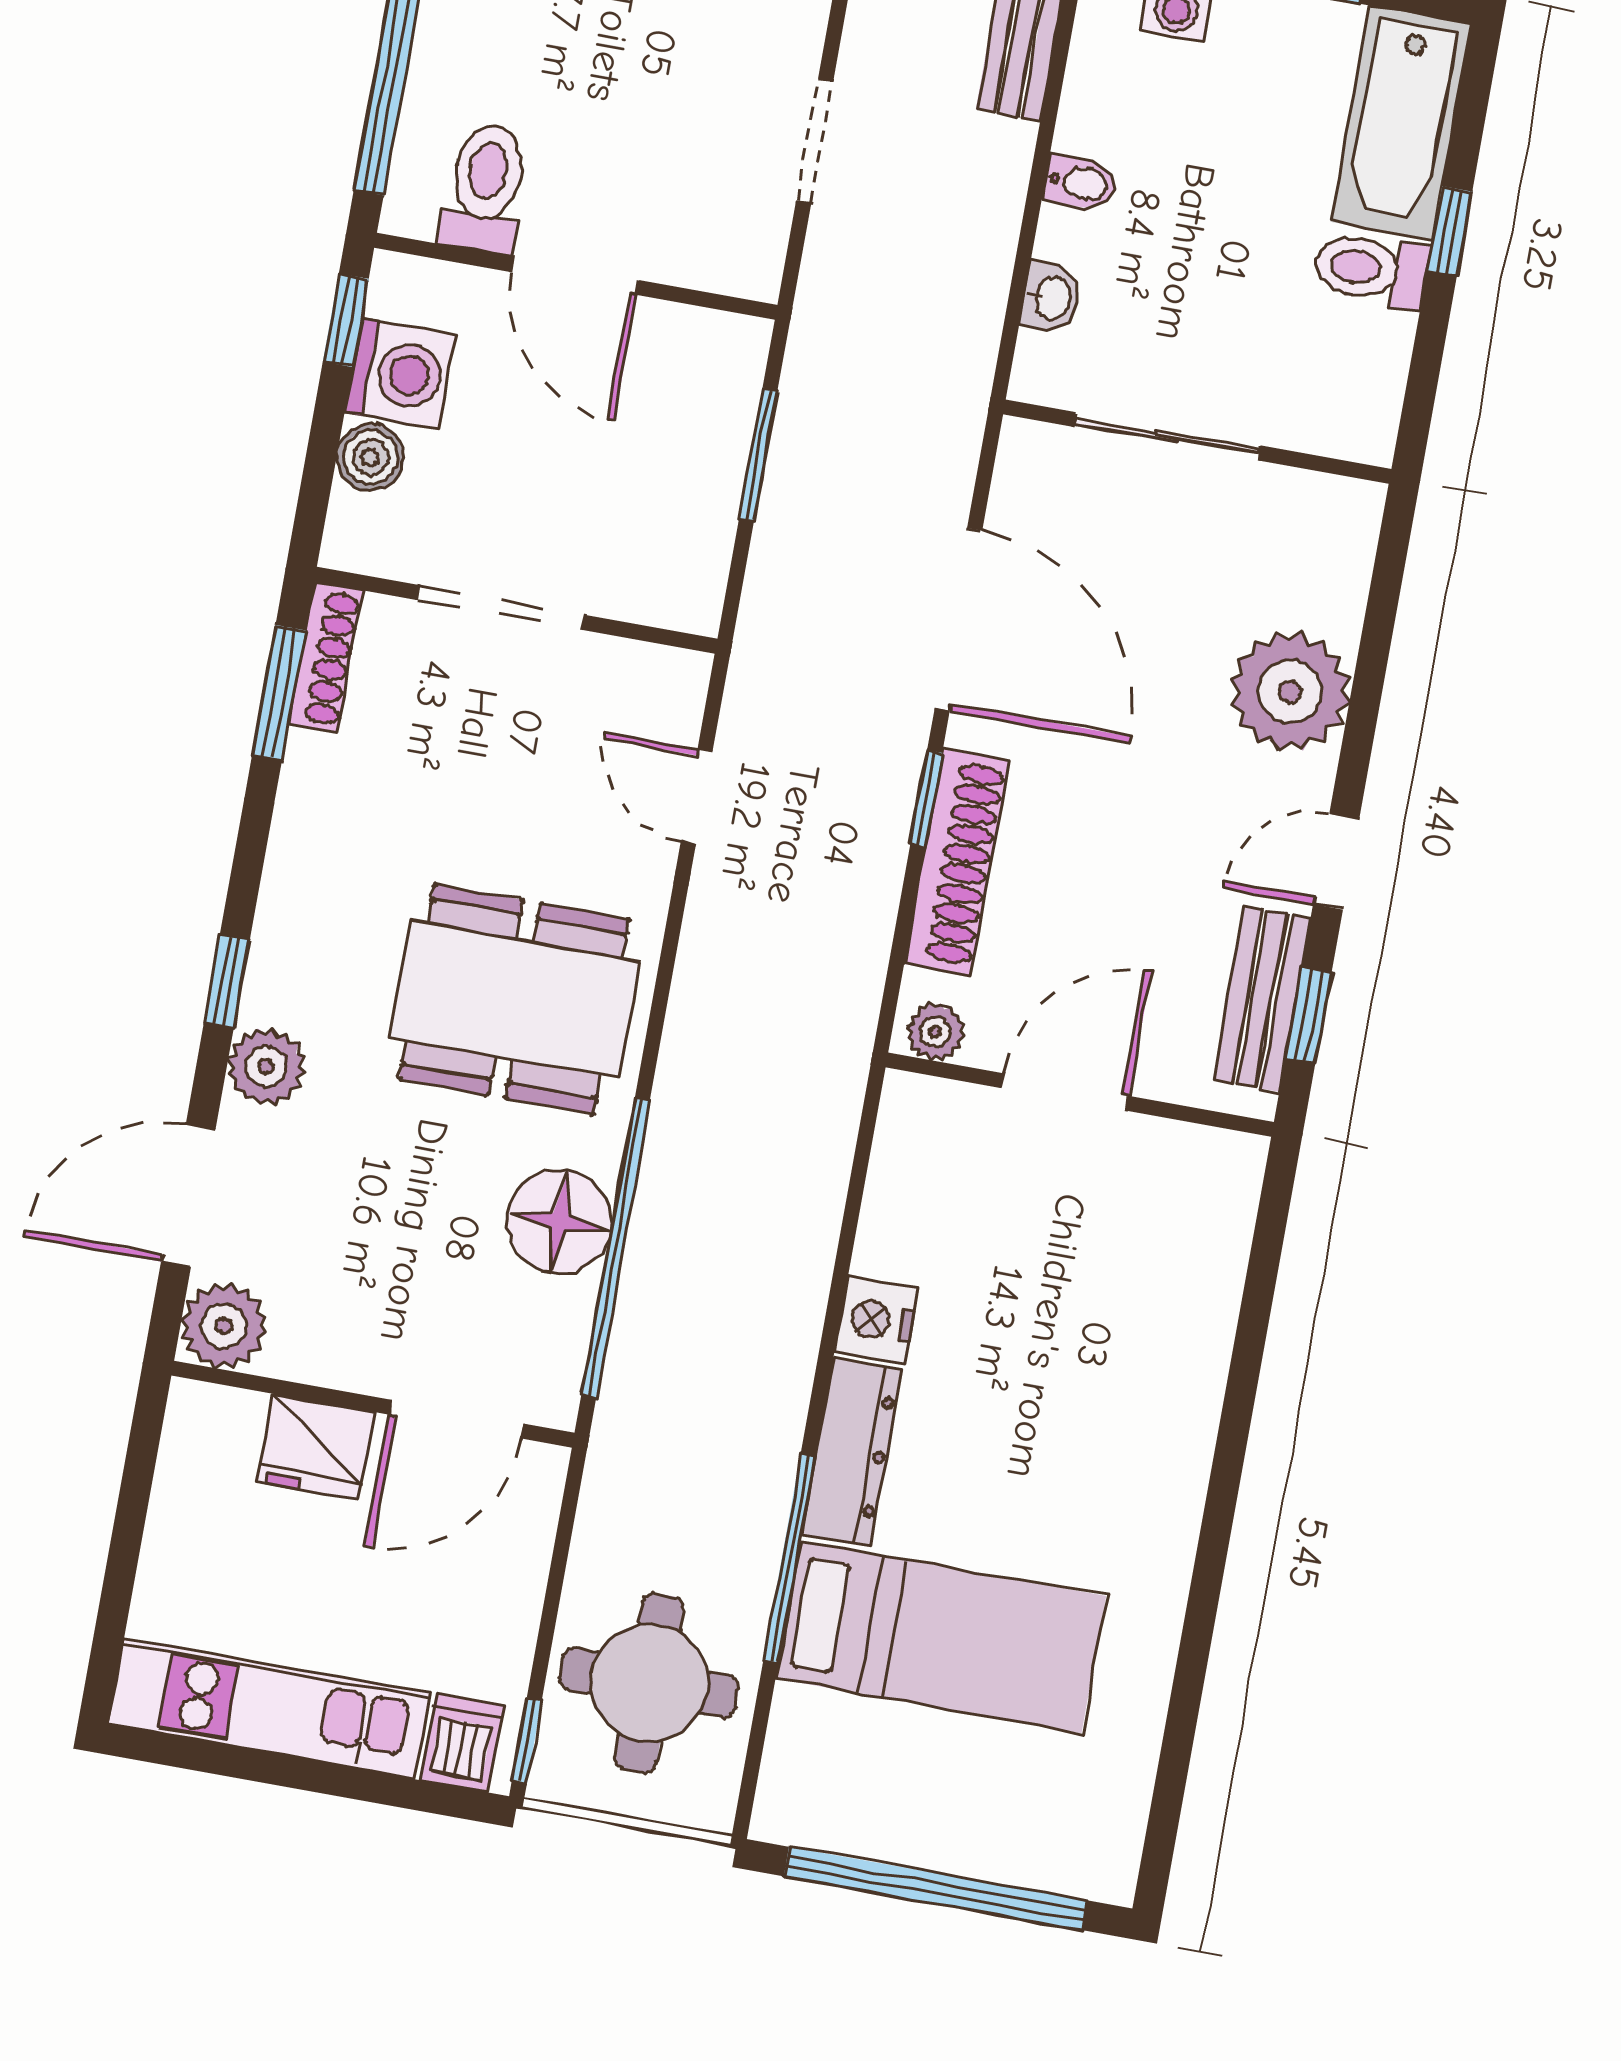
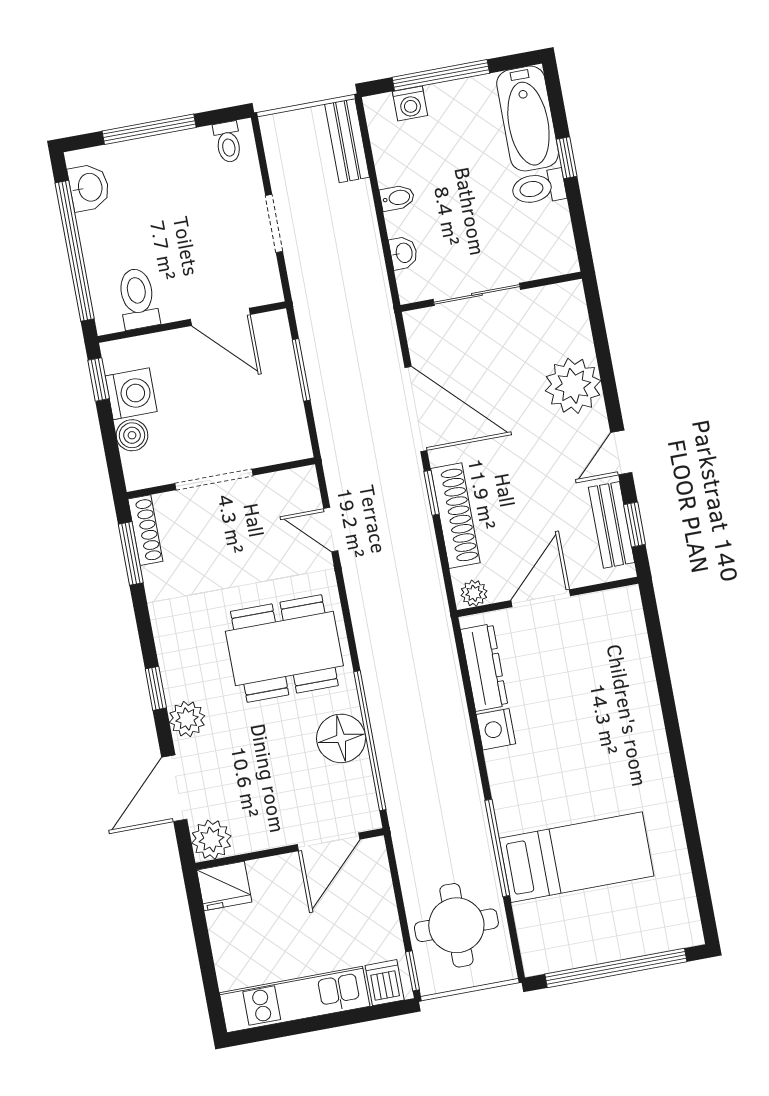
door: (575, 276) -> (220, 317), moved
fridge: (316, 1447) -> (224, 886), moved
dresser: (852, 1452) -> (484, 667), moved

